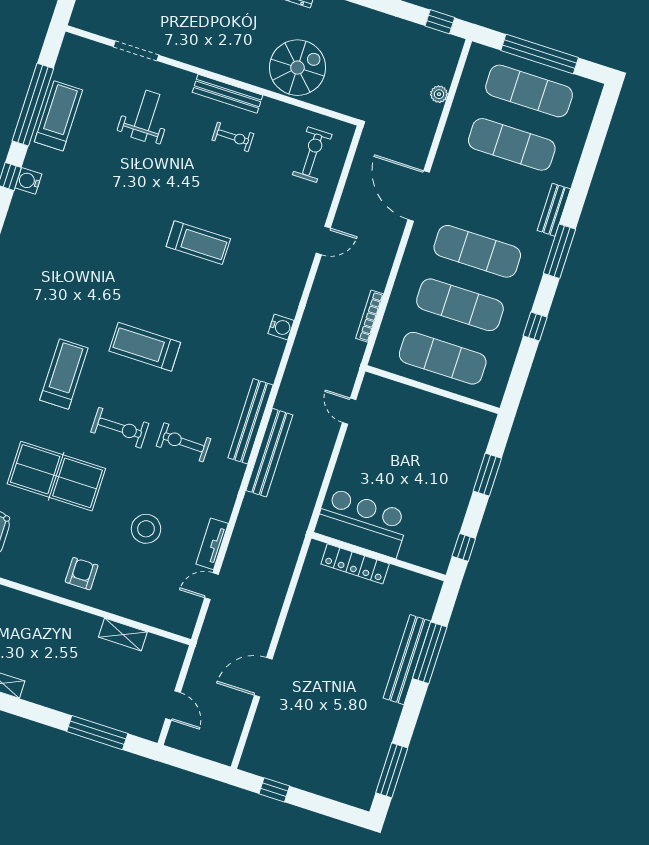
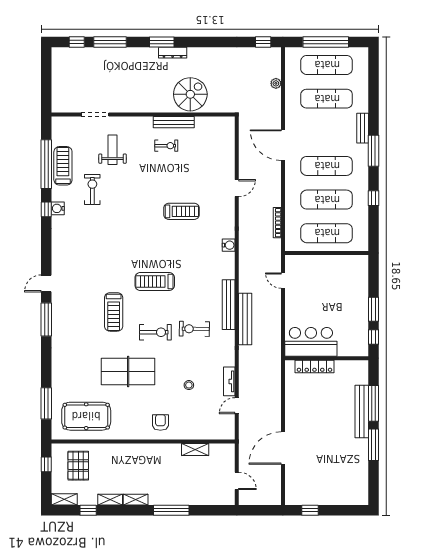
bench: (228, 94) -> (174, 122), moved
exercise bike: (312, 155) -> (92, 190), moved
treadmill: (198, 243) -> (181, 211), moved
treadmill: (64, 374) -> (114, 312), turned 180
window: (487, 475) -> (373, 309), moved
stool: (146, 529) -> (189, 385), width x0.53, depth x0.53
door: (263, 677) -> (283, 448), width x1.36
window: (97, 733) -> (171, 510), moved
window: (392, 770) -> (373, 445), moved

